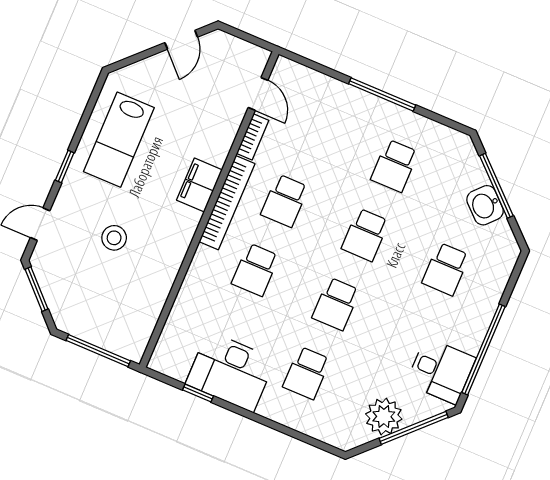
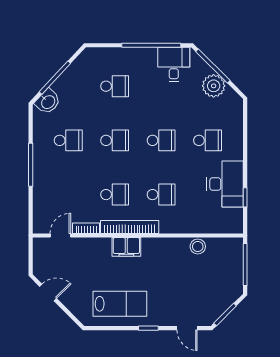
washbasin: (485, 205) -> (48, 102), moved
stool: (114, 238) -> (198, 246), moved

